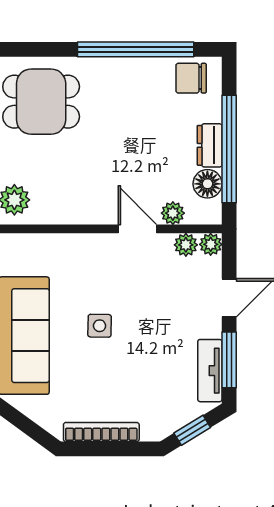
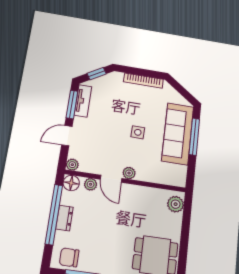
chair: (191, 78) -> (69, 257), turned 180
floor lamp: (207, 184) -> (71, 183), moved
plant: (186, 245) -> (129, 173), moved

